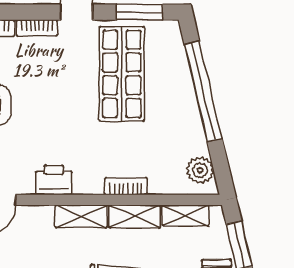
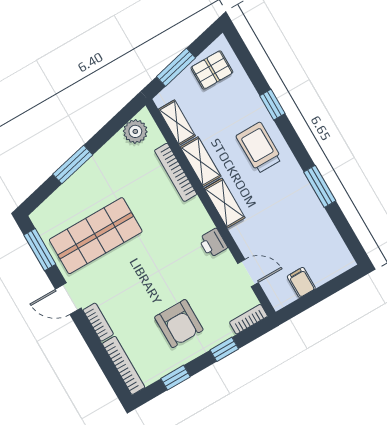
window: (203, 91) -> (73, 165), width x0.47
printer: (54, 180) -> (213, 243), width x0.73, depth x0.81
bookcase: (126, 186) -> (176, 172), width x1.56

